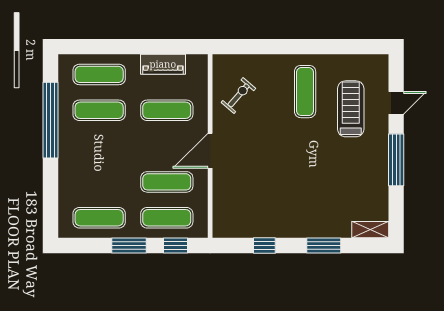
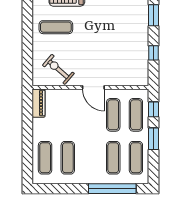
piano: (163, 64) -> (39, 103), moved
exercise bike: (239, 95) -> (58, 69), width x1.38, depth x1.39
exercise mat: (167, 110) -> (113, 158), moved
window: (51, 120) -> (112, 189), moved

